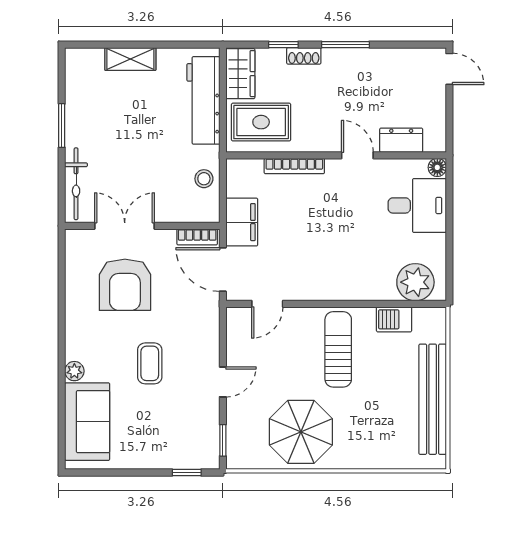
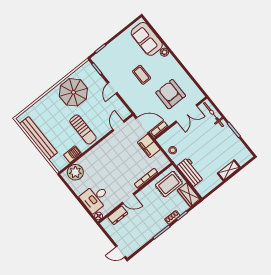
workbench: (203, 100) -> (191, 172), width x0.73

